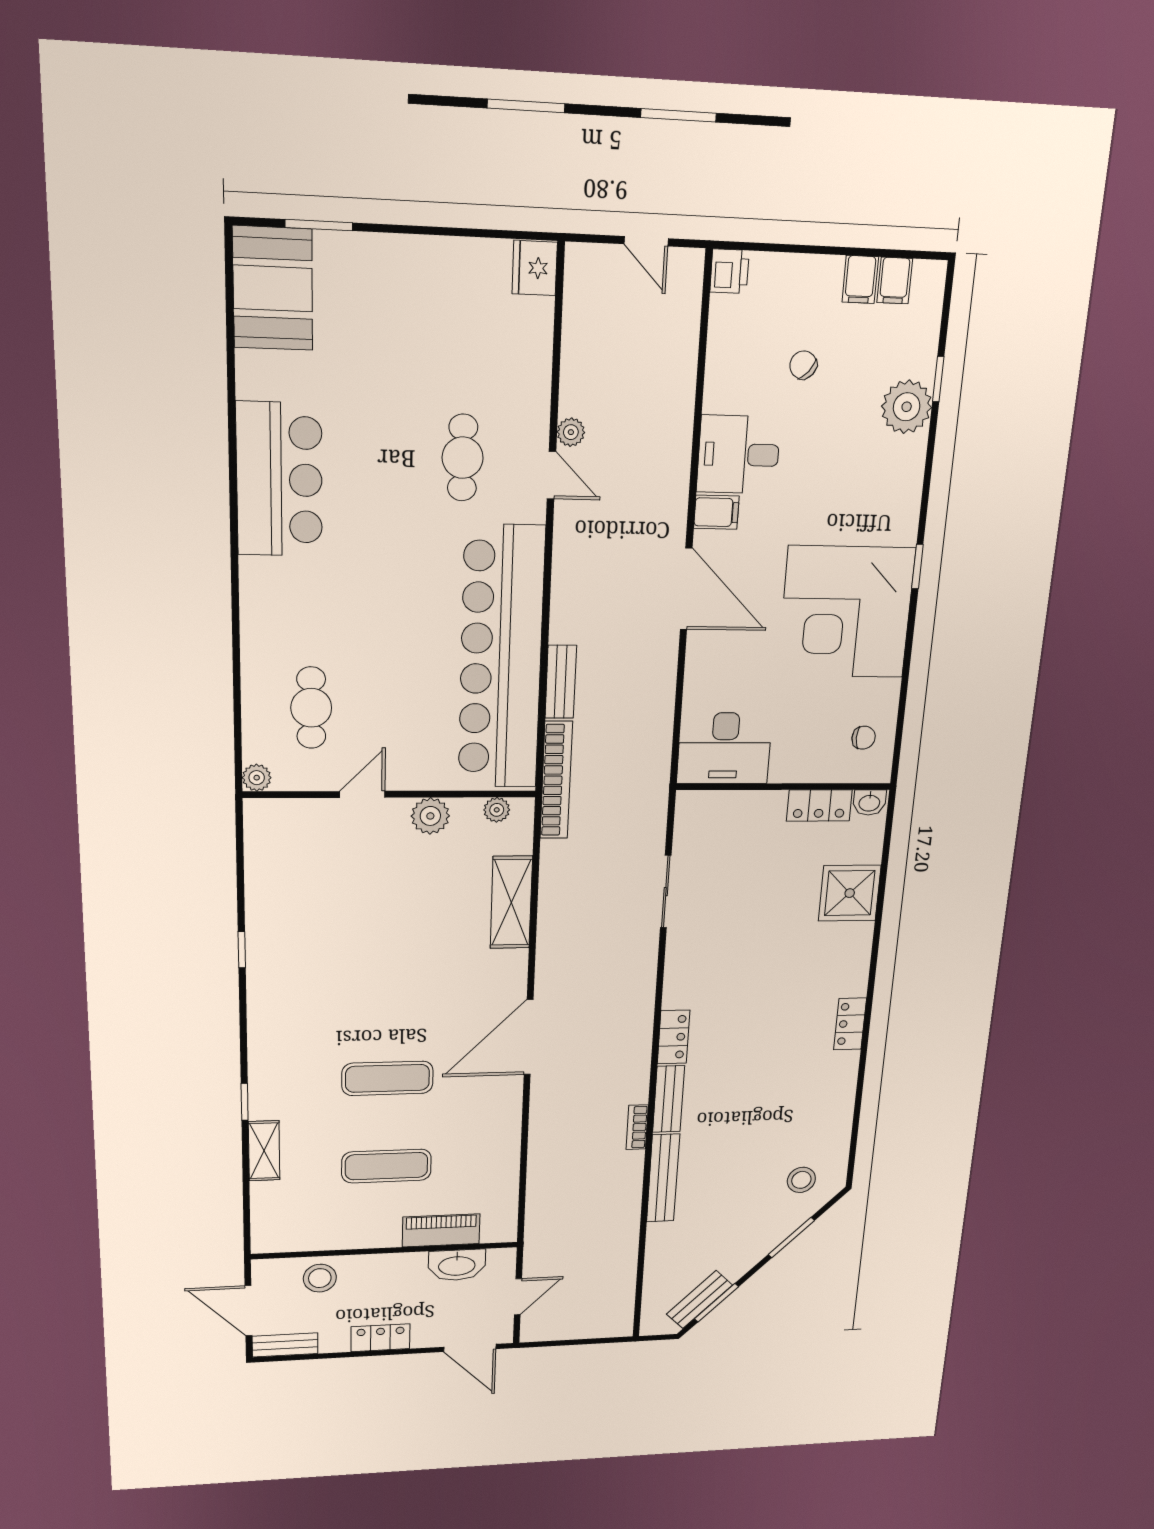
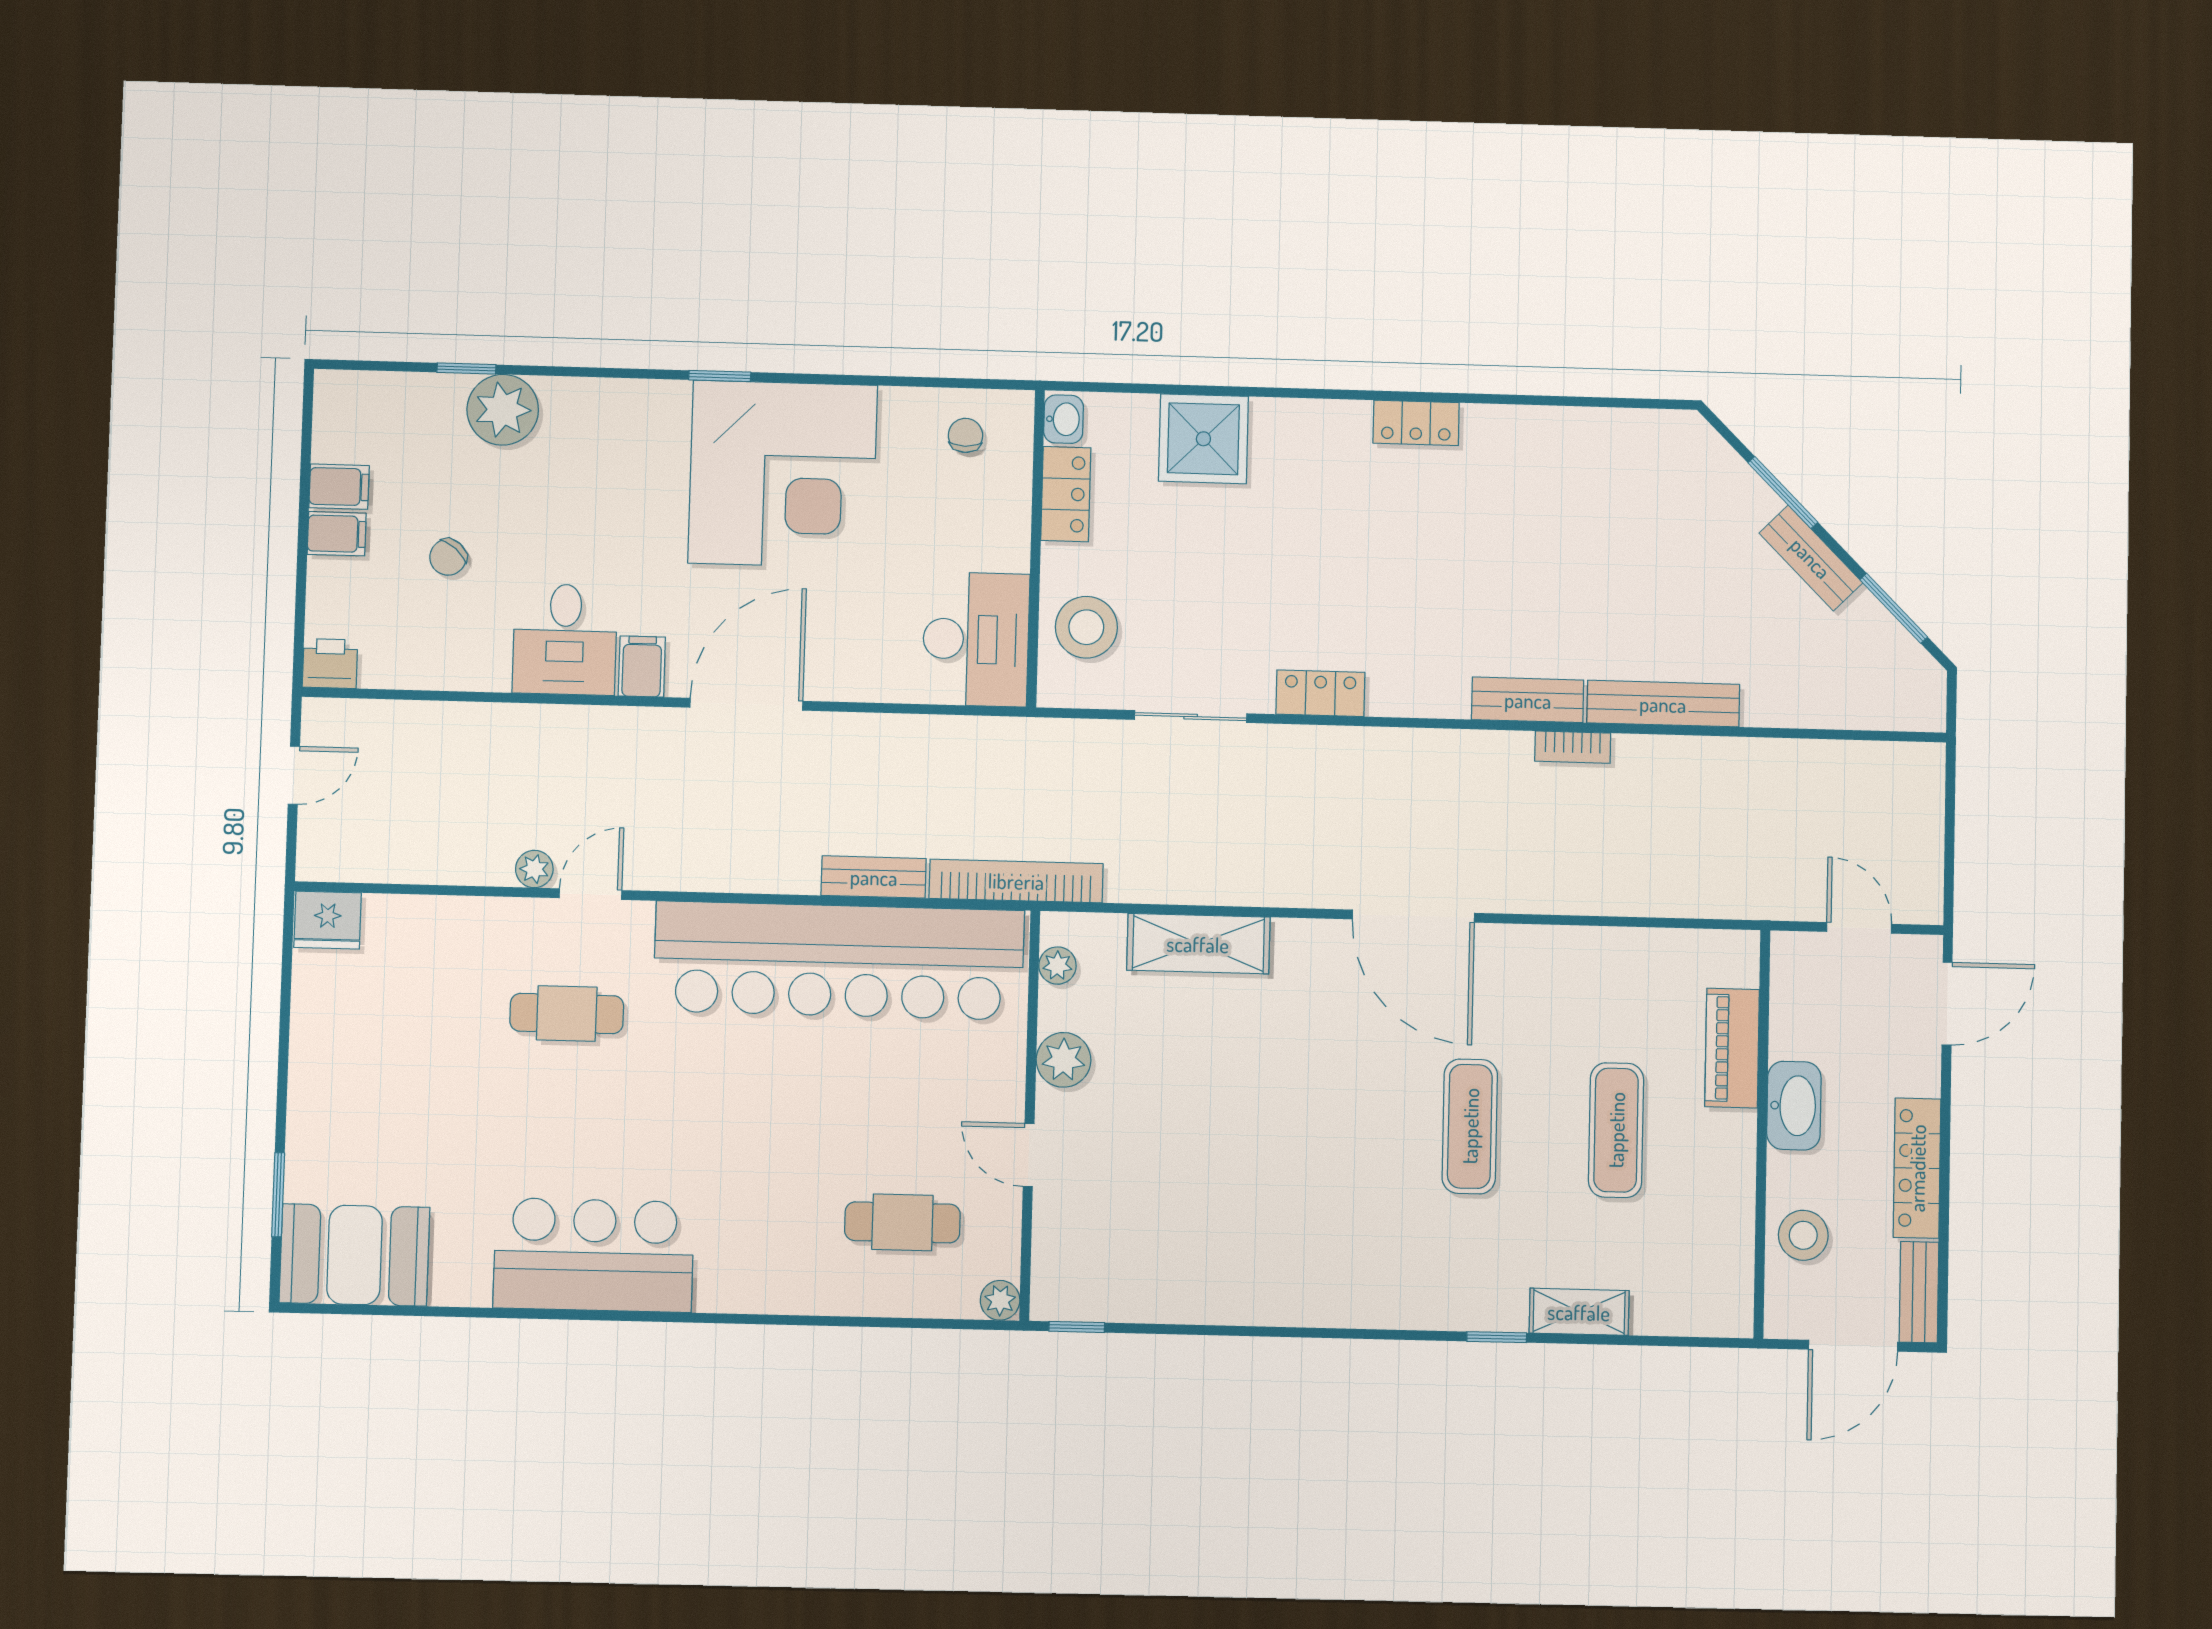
filing cabinet: (895, 281) -> (337, 534), moved
window: (242, 950) -> (1077, 1327), moved
locker: (674, 1037) -> (1320, 693), moved
stool: (801, 1180) -> (1086, 627), moved, width x1.38, depth x1.38
washbasin: (457, 1265) -> (1794, 1106), moved
bench: (699, 1300) -> (1811, 558), moved
locker: (380, 1338) -> (1917, 1168), width x1.53

